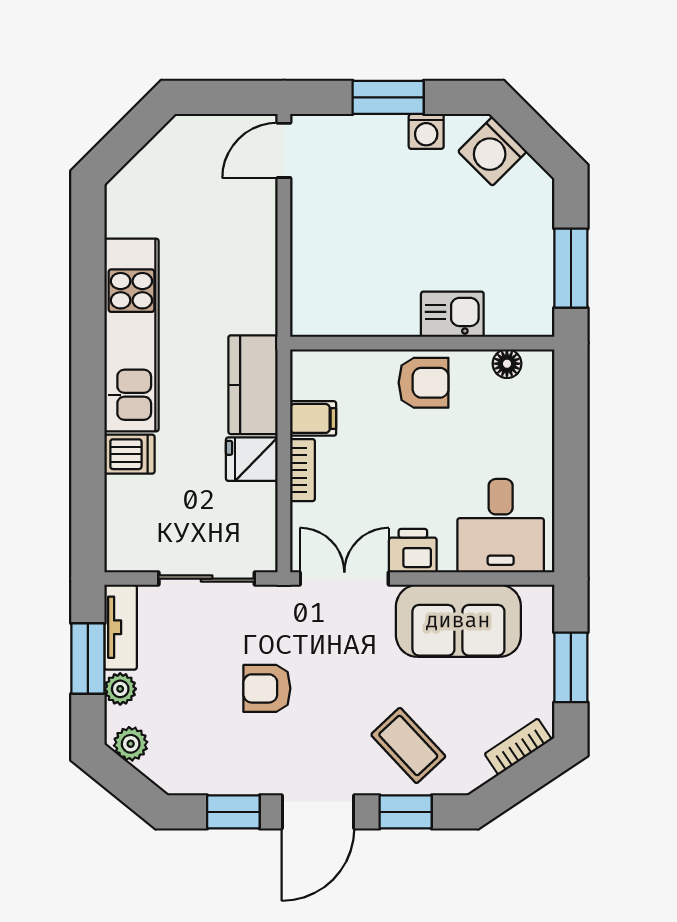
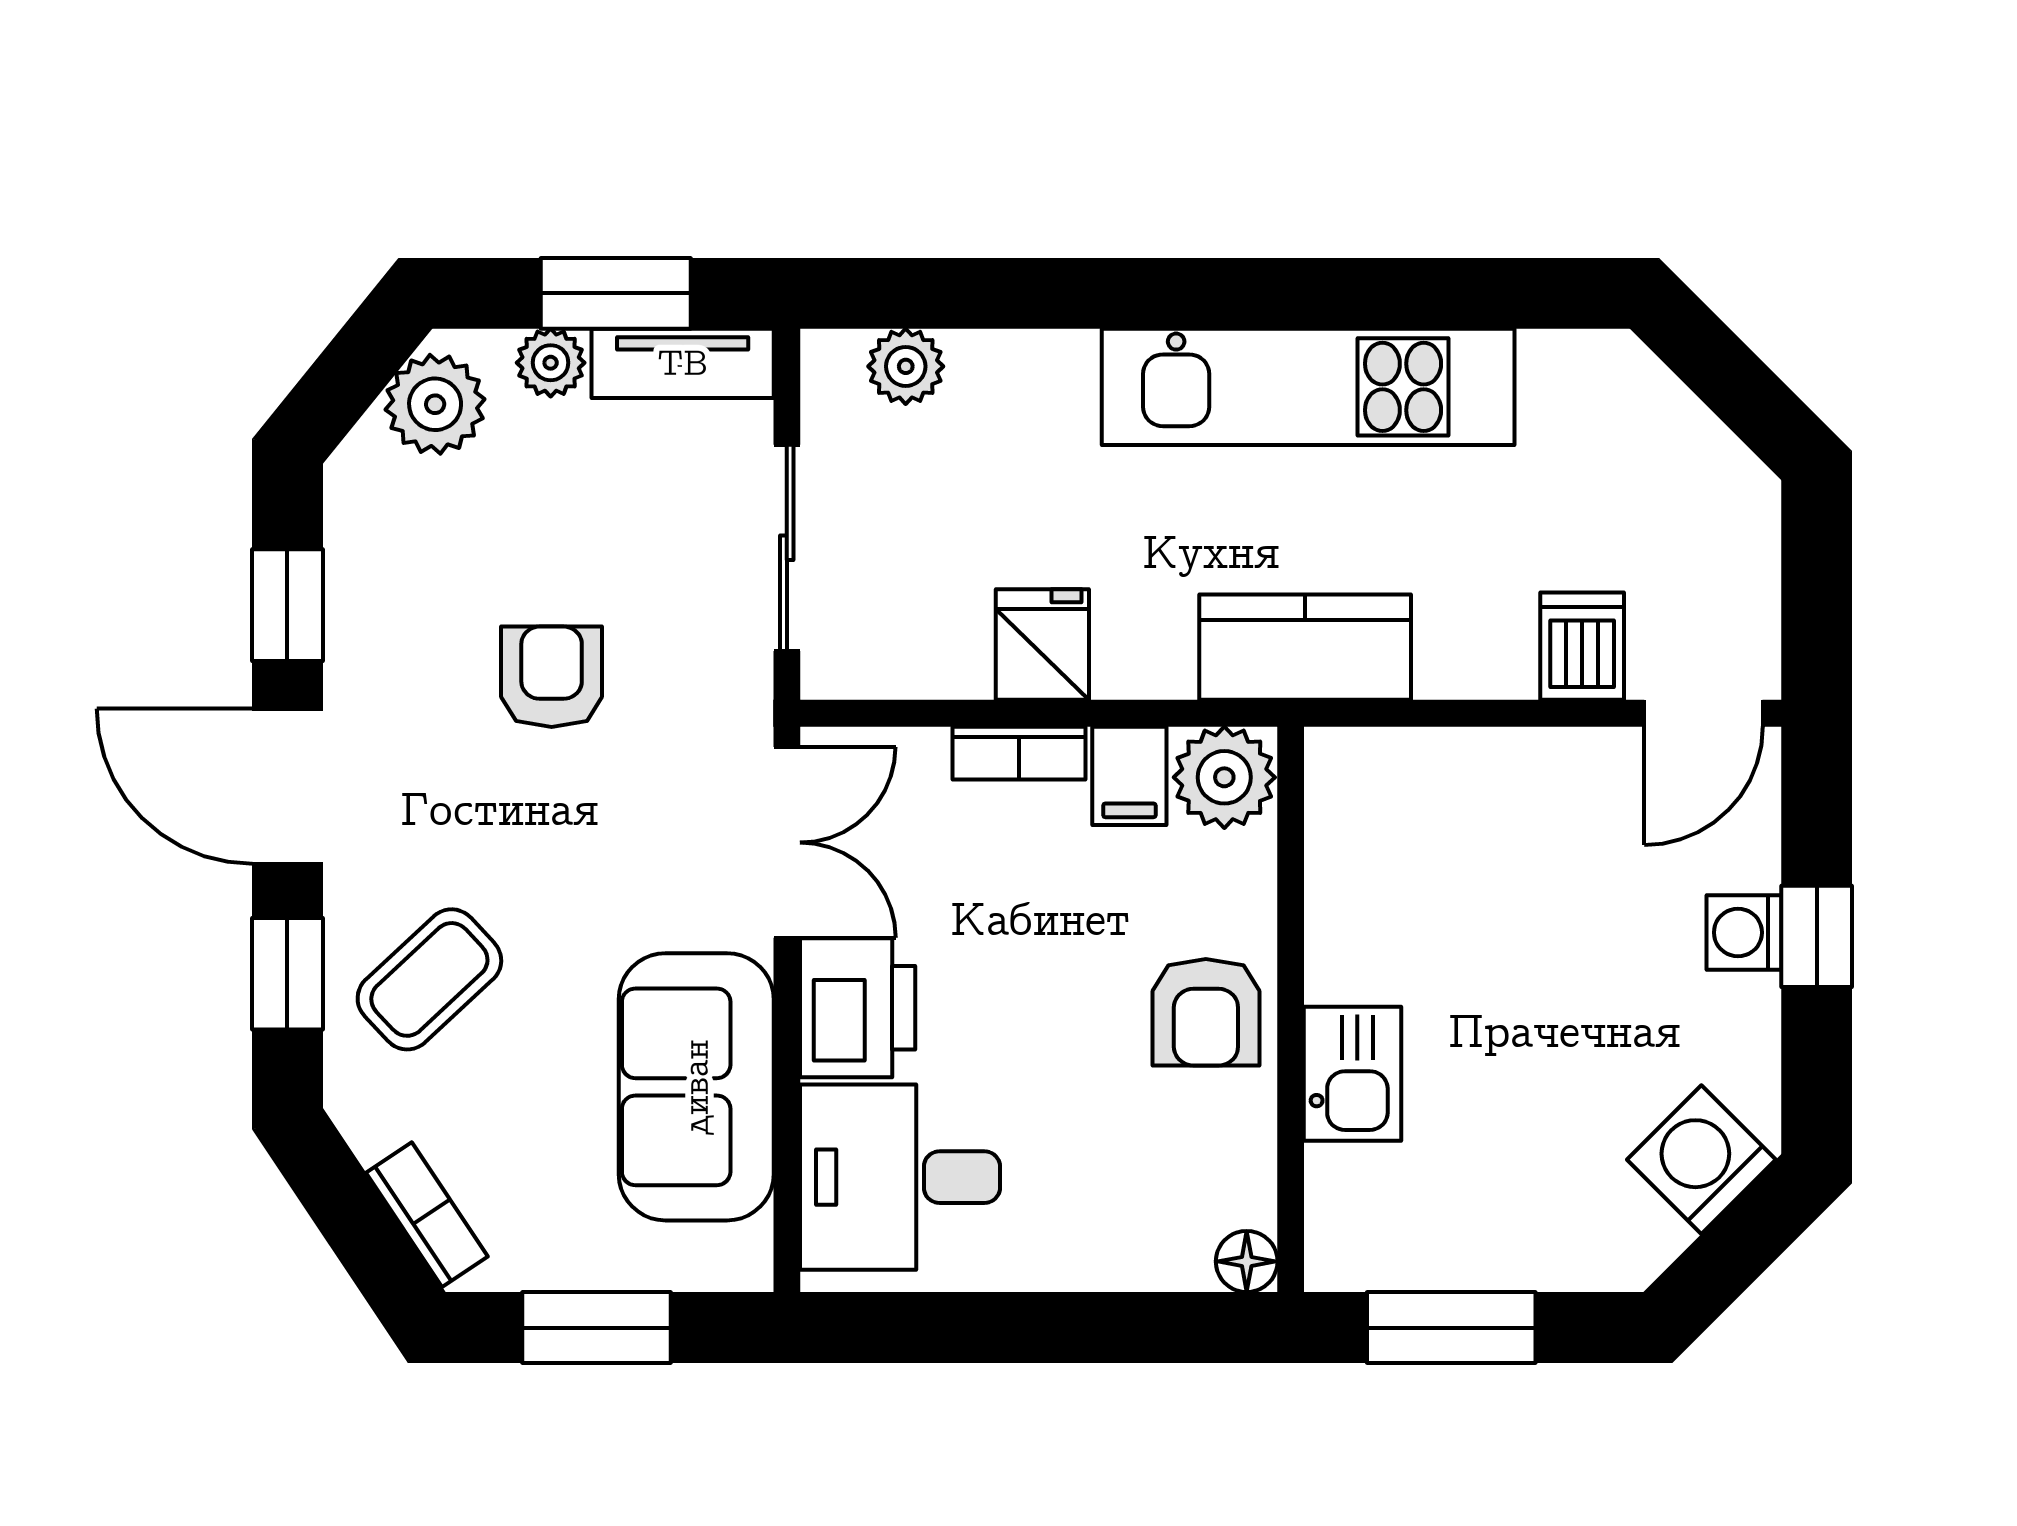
window: (388, 97) -> (1817, 936), width x0.67
washing machine: (426, 131) -> (1744, 933), moved
door: (284, 150) -> (1703, 713), swing flipped
floor lamp: (507, 364) -> (1247, 1261), moved
plant: (314, 374) -> (1224, 777), added
kitchen counter: (253, 385) -> (1305, 647), moved
dishwasher: (129, 454) -> (1582, 646), moved, turned 180
plant: (122, 523) -> (906, 366), added
printer: (413, 551) -> (858, 1008), width x1.36, depth x1.24
plant: (131, 744) -> (435, 404), width x1.38, depth x1.38

